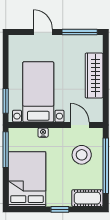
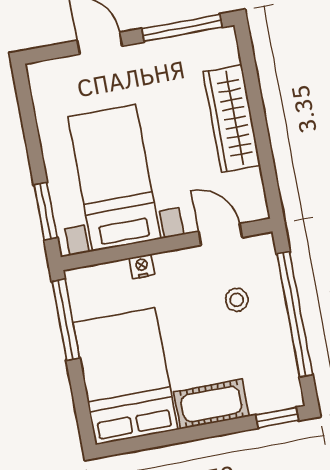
stool: (82, 155) -> (237, 300), width x0.53, depth x0.53
cot: (87, 198) -> (211, 404), moved
window: (60, 209) -> (277, 418), moved

